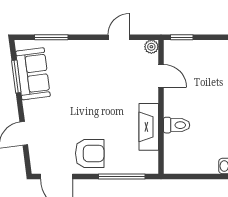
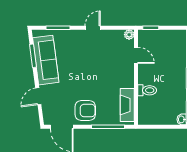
door: (119, 37) -> (93, 28), moved
sofa: (33, 74) -> (46, 60), width x1.36
fireplace: (149, 127) -> (127, 105), moved

